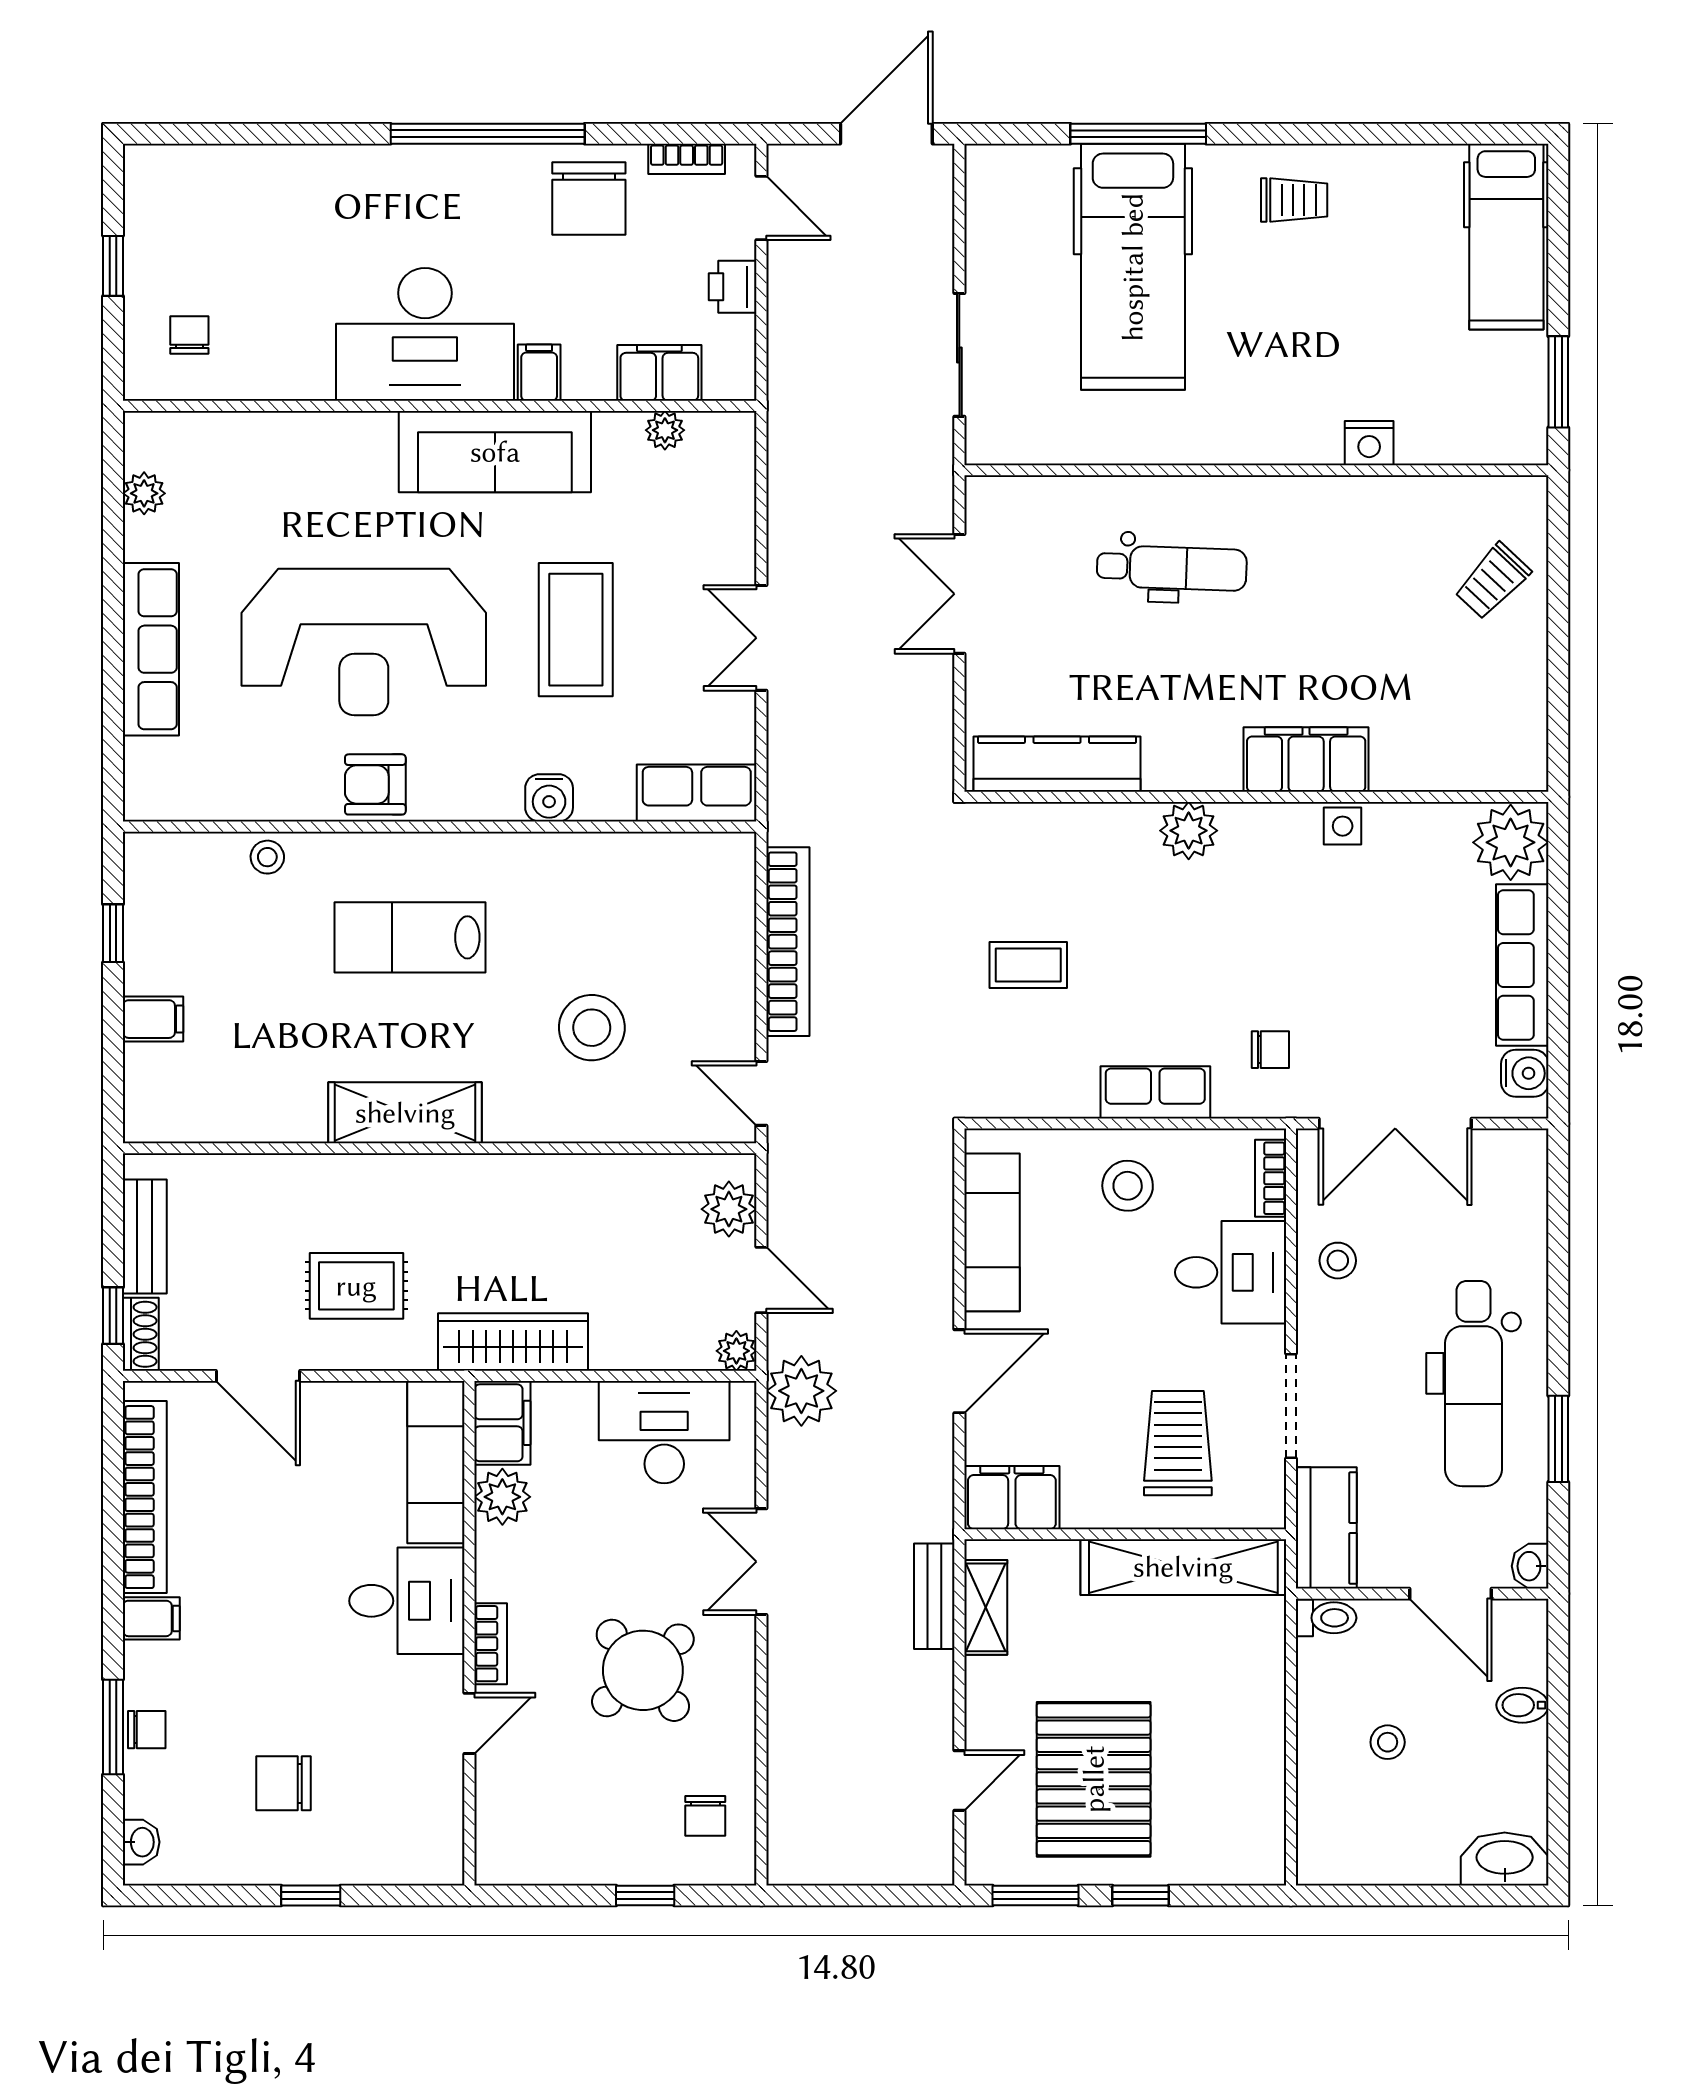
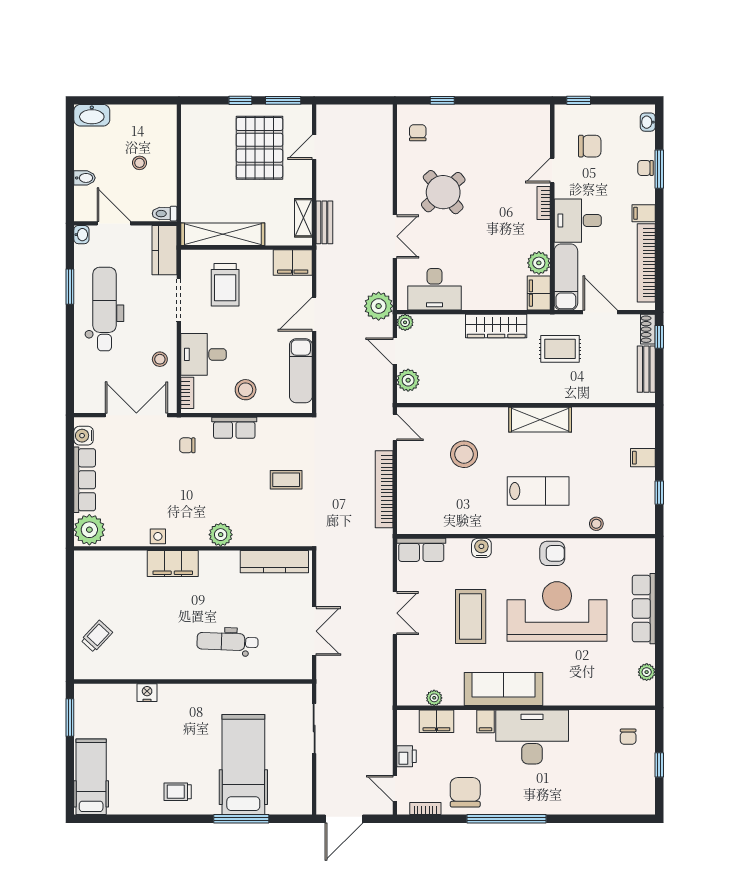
filing cabinet: (502, 1423) -> (539, 293), moved
exam couch: (436, 1462) -> (566, 277), moved
plant: (502, 1497) -> (539, 263), moved
desk: (407, 1601) -> (578, 221), moved
wall: (469, 1633) -> (552, 207), moved
bookcase: (491, 1644) -> (544, 203), moved
door: (469, 1723) -> (552, 171), moved

